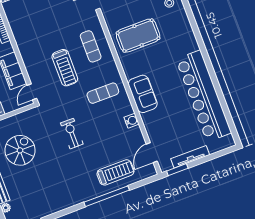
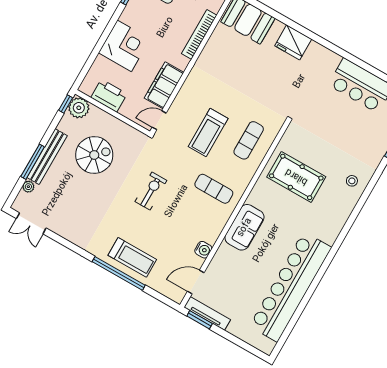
water cooler: (132, 121) -> (203, 250), moved
tv unit: (190, 157) -> (207, 313), moved
treadmill: (115, 172) -> (132, 257), moved

